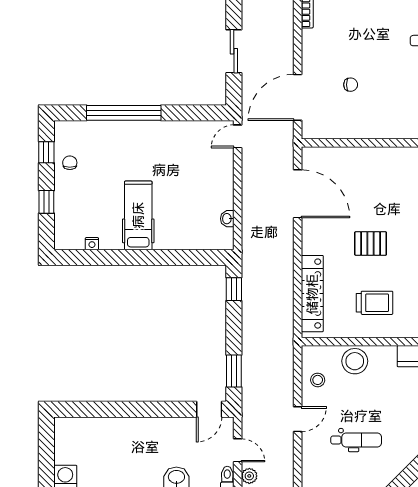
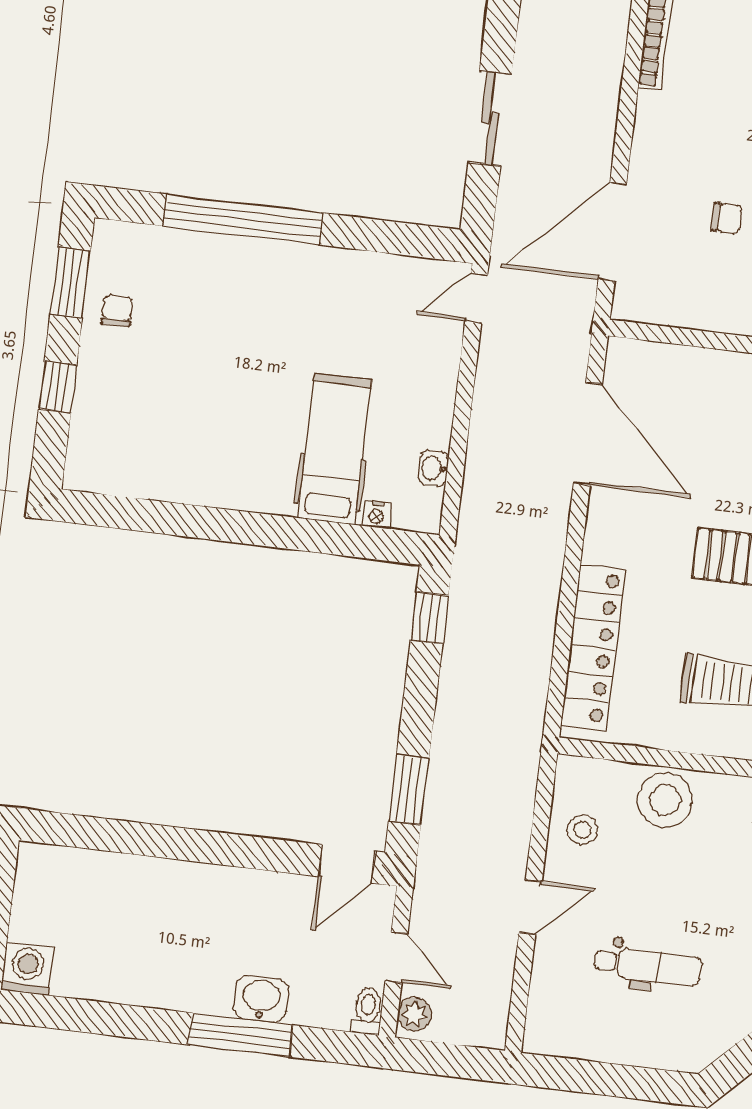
window: (46, 152) -> (70, 283), width x1.50
hospital bed: (138, 215) -> (334, 449), moved
nightstand: (92, 244) -> (377, 514), moved

